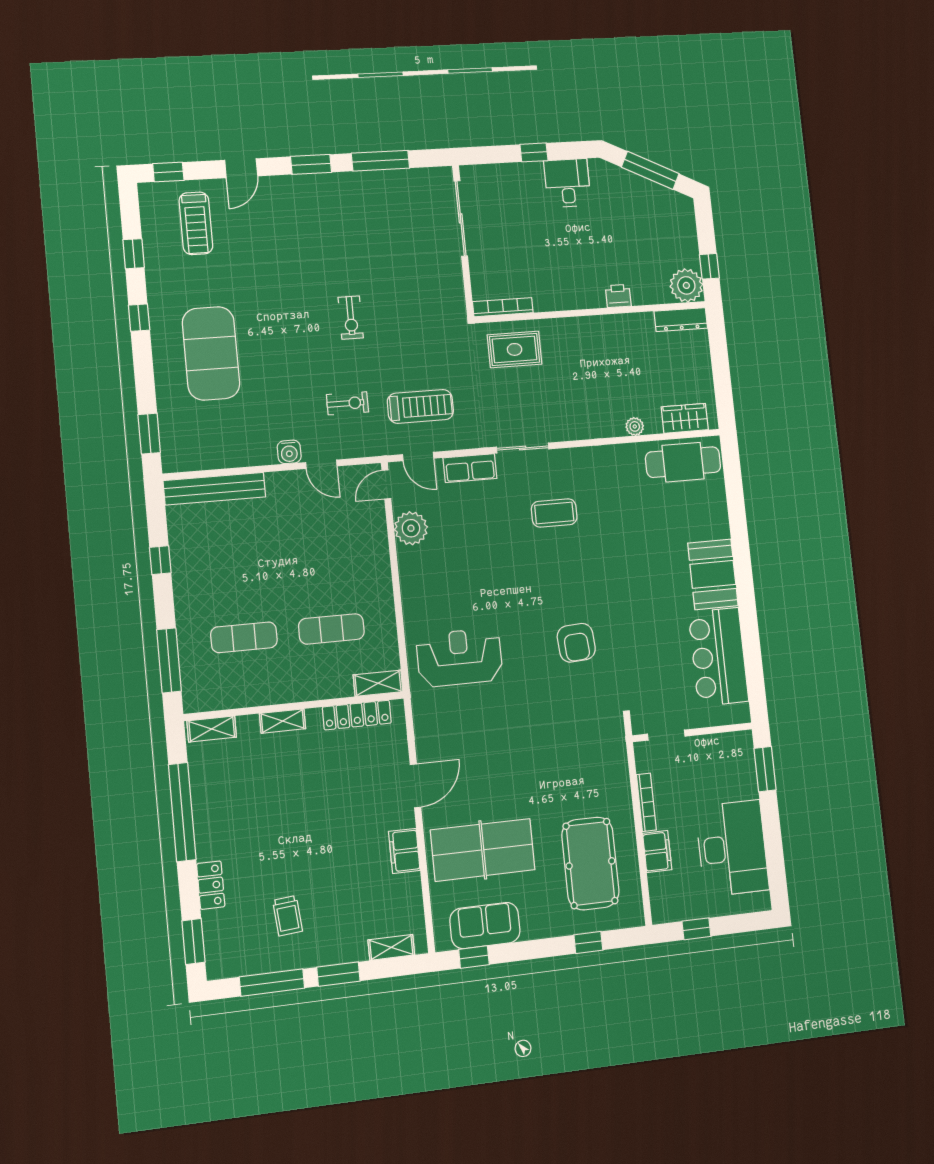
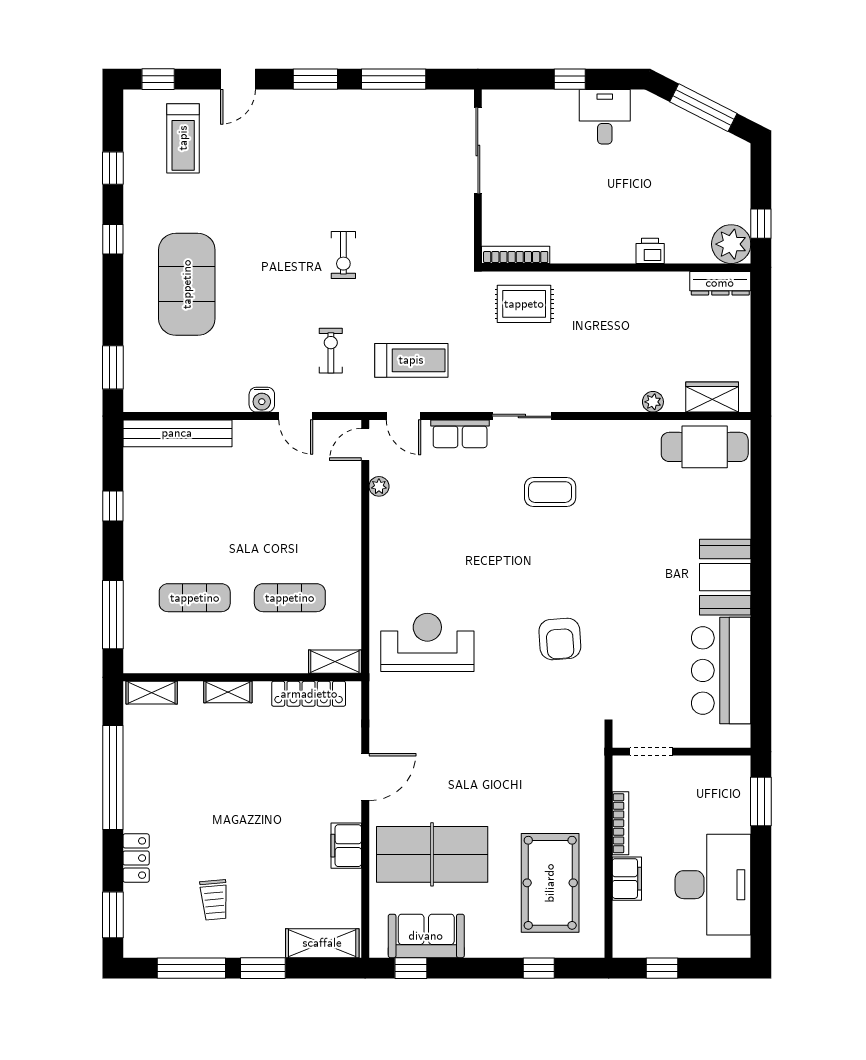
exercise bike: (348, 403) -> (331, 351), turned -90
plant: (411, 528) -> (379, 486), width x0.53, depth x0.53
shelving: (391, 947) -> (322, 943), width x1.50, depth x1.33

